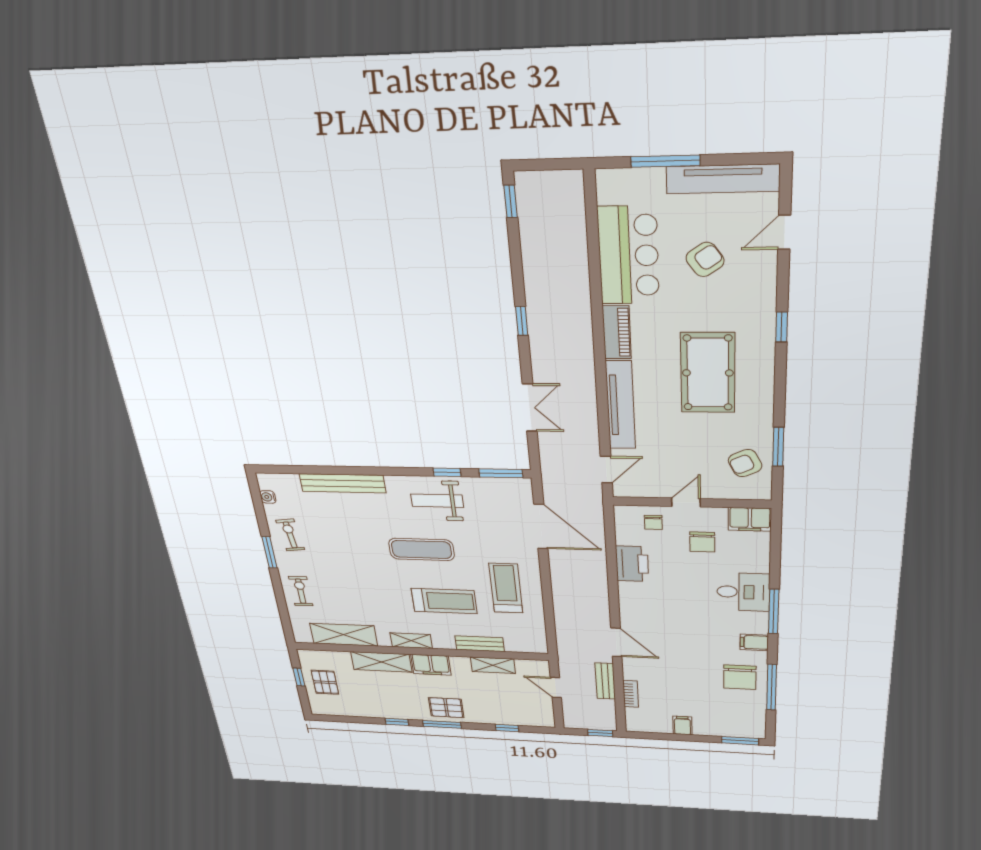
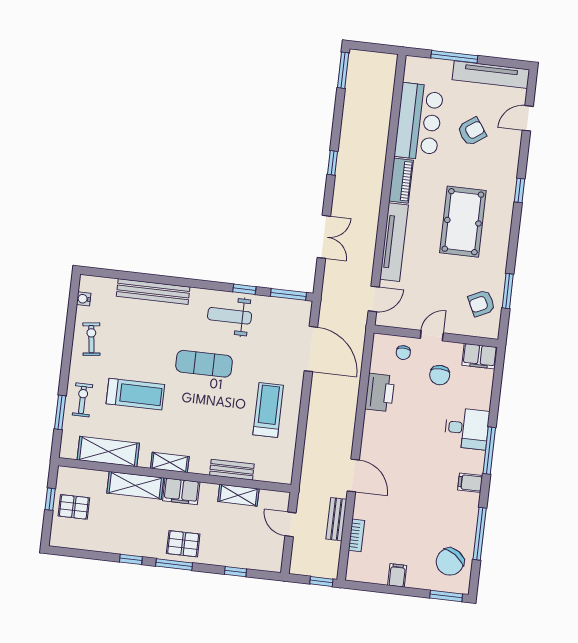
window: (511, 201) -> (343, 70), width x1.50
window: (269, 552) -> (60, 412), moved
treadmill: (444, 601) -> (135, 394), moved
chair: (740, 677) -> (450, 562), moved, turned 35
pallet: (325, 682) -> (74, 507), turned 90

